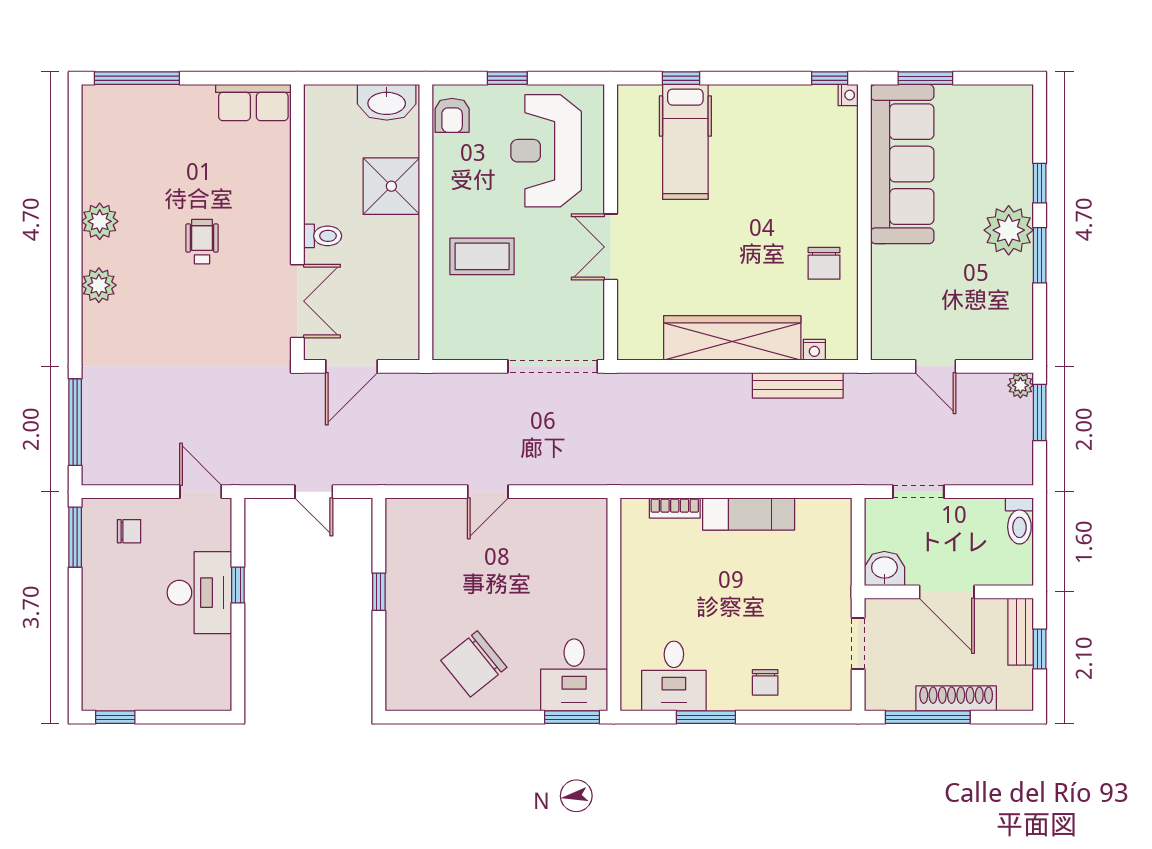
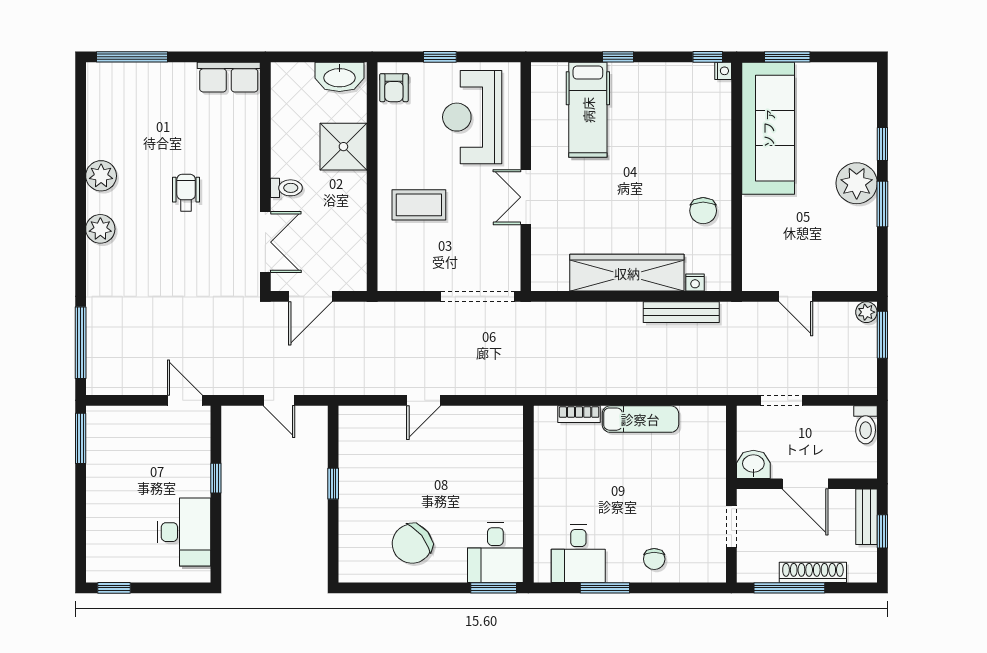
window: (681, 78) -> (618, 57), moved
chair: (129, 531) -> (125, 433), removed
desk: (199, 593) -> (184, 532), moved

